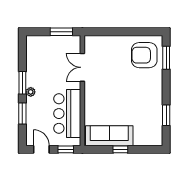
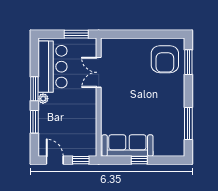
armchair: (144, 55) -> (165, 59), turned -90
bar counter: (67, 114) -> (53, 67), moved, turned 180
window: (166, 115) -> (188, 124), width x1.44

